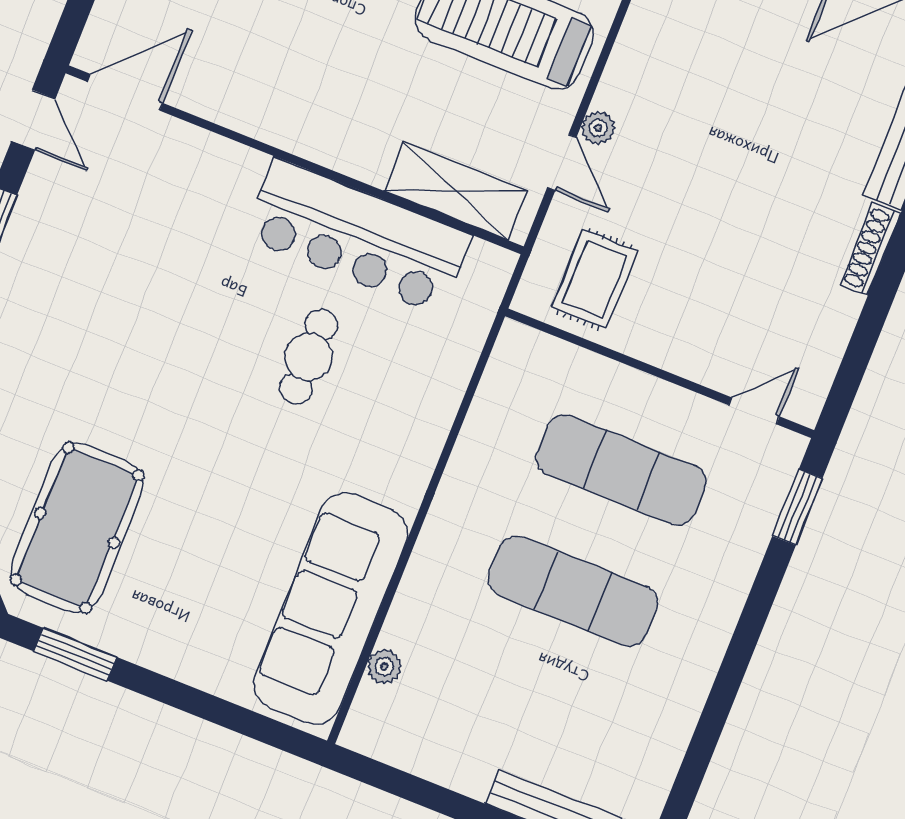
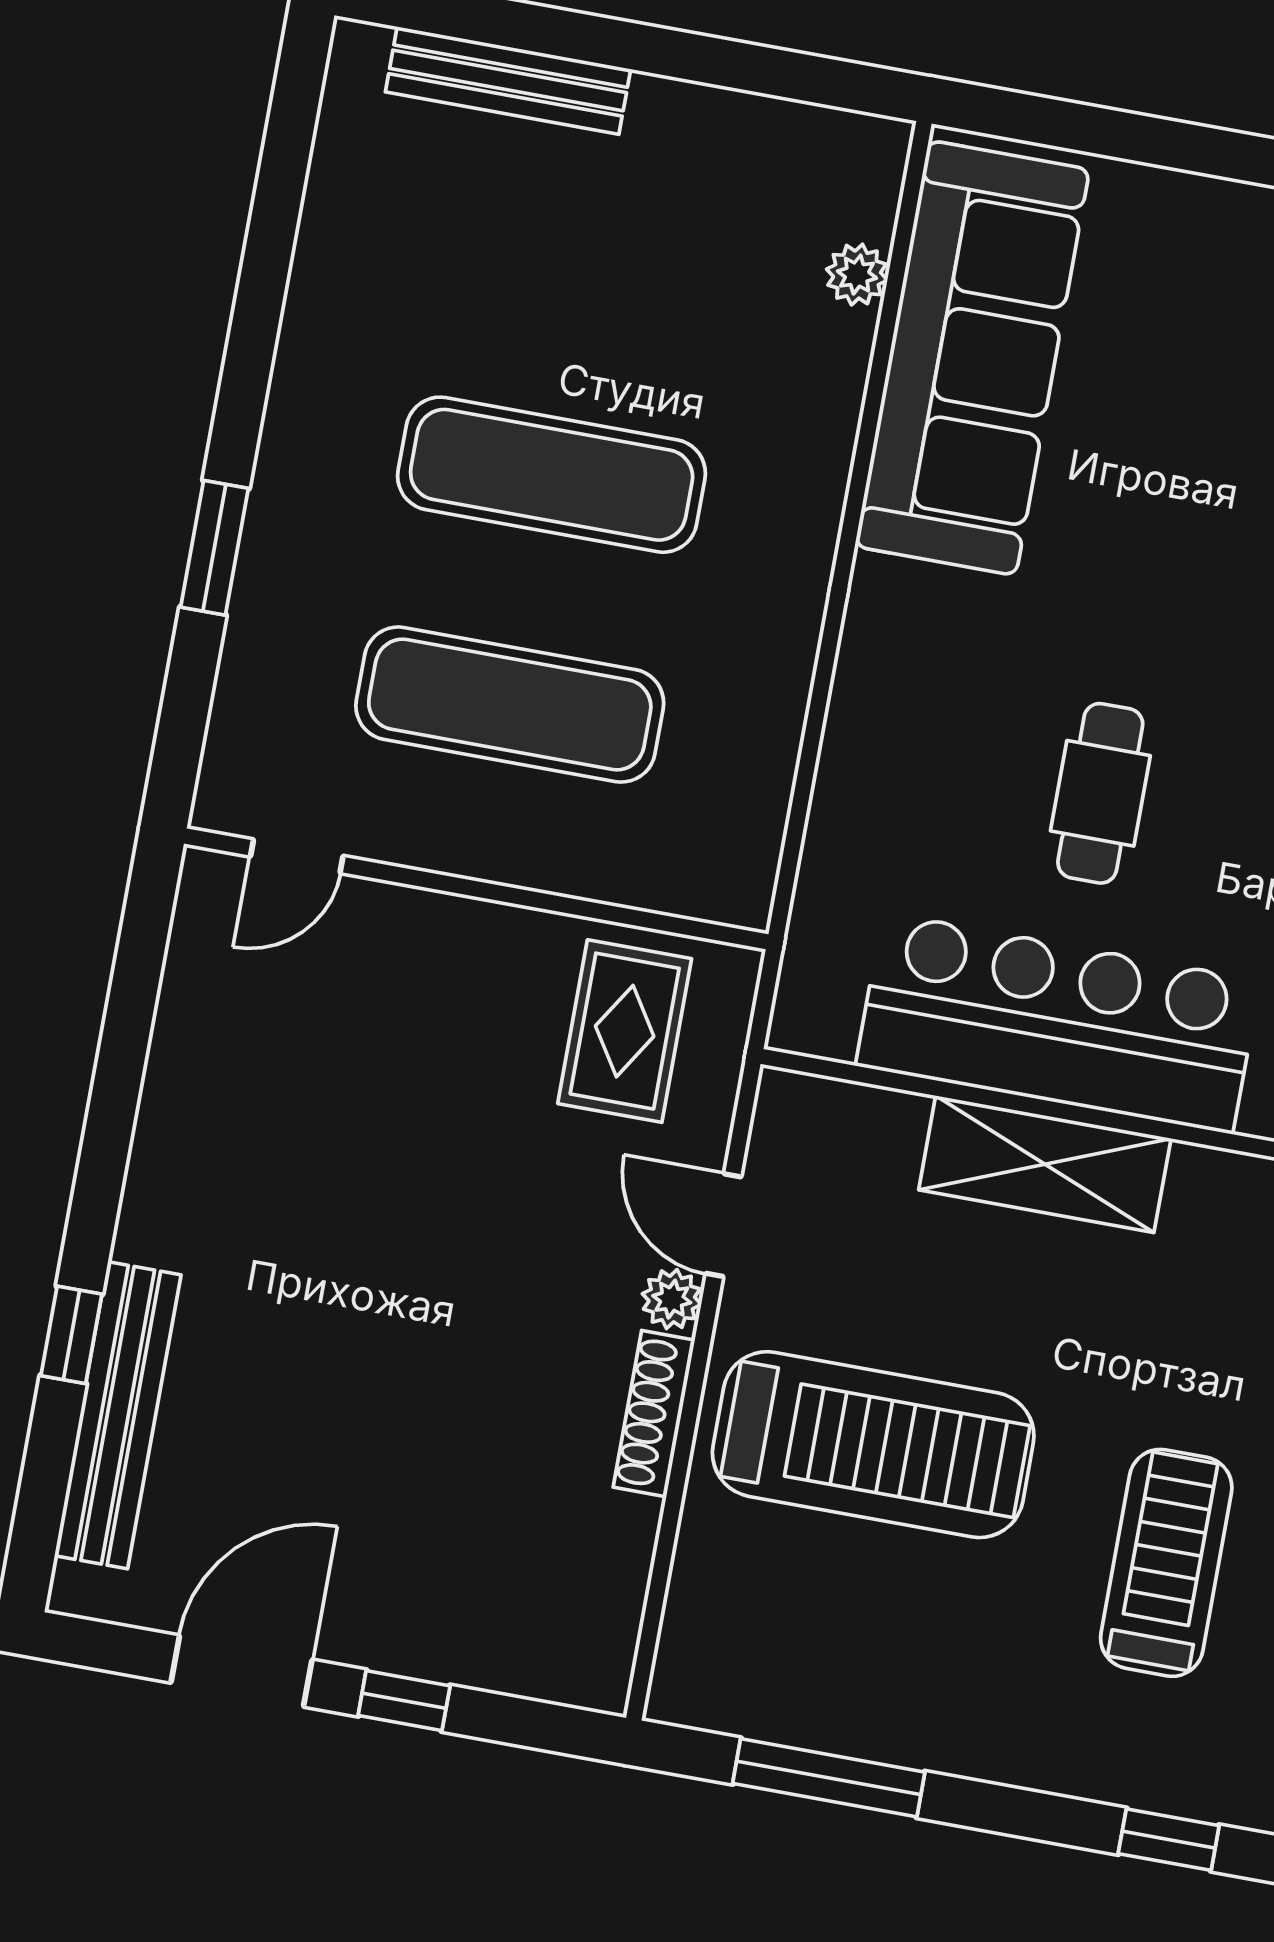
shelving: (456, 191) -> (1045, 1164), moved
shoe rack: (870, 249) -> (654, 1414), moved, turned 180
window: (797, 507) -> (214, 548), moved

